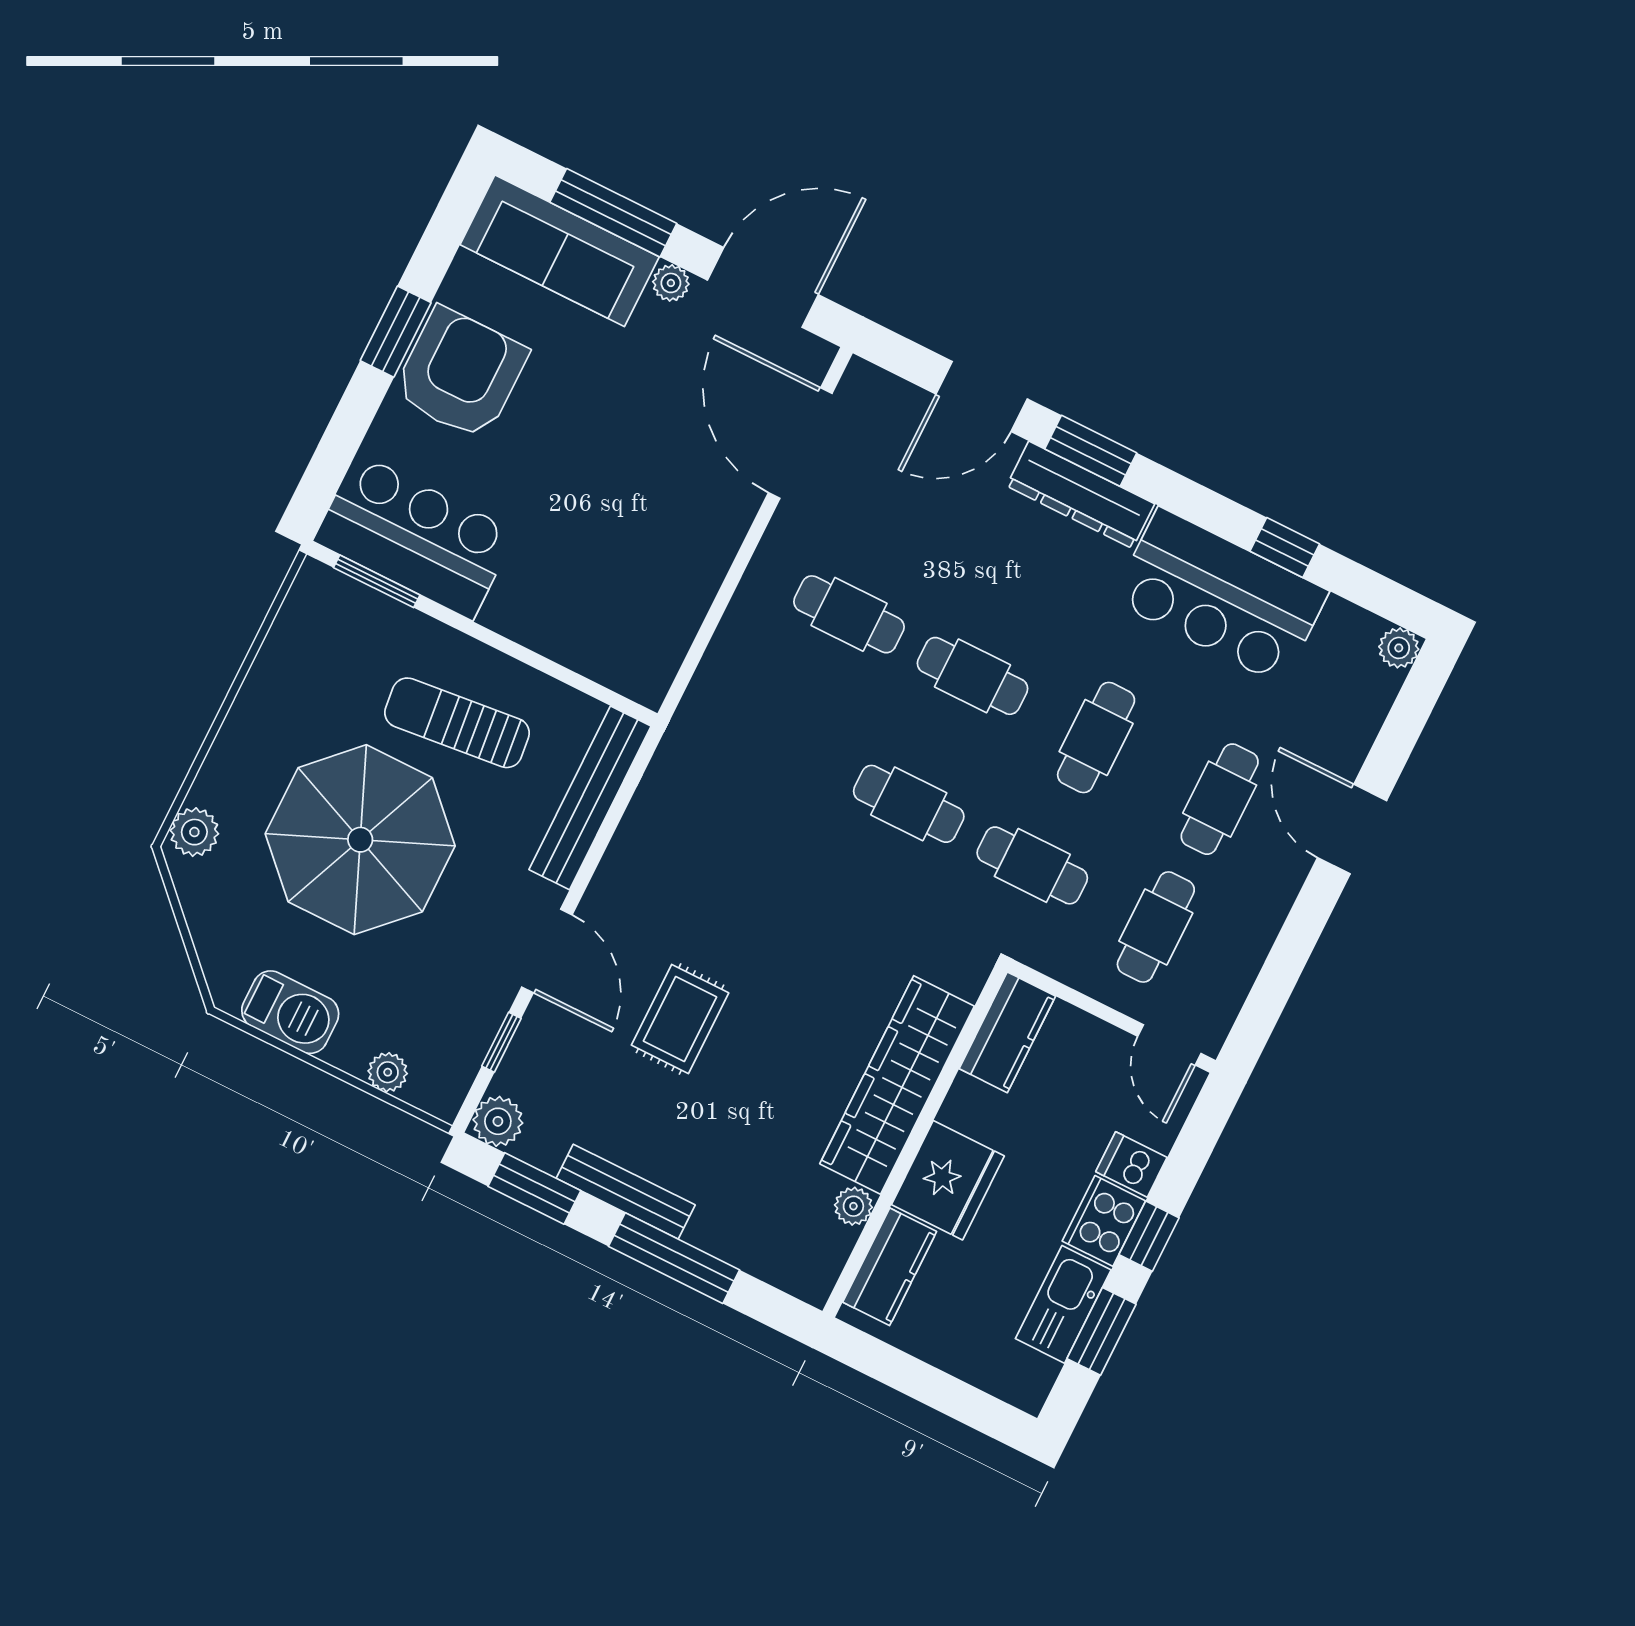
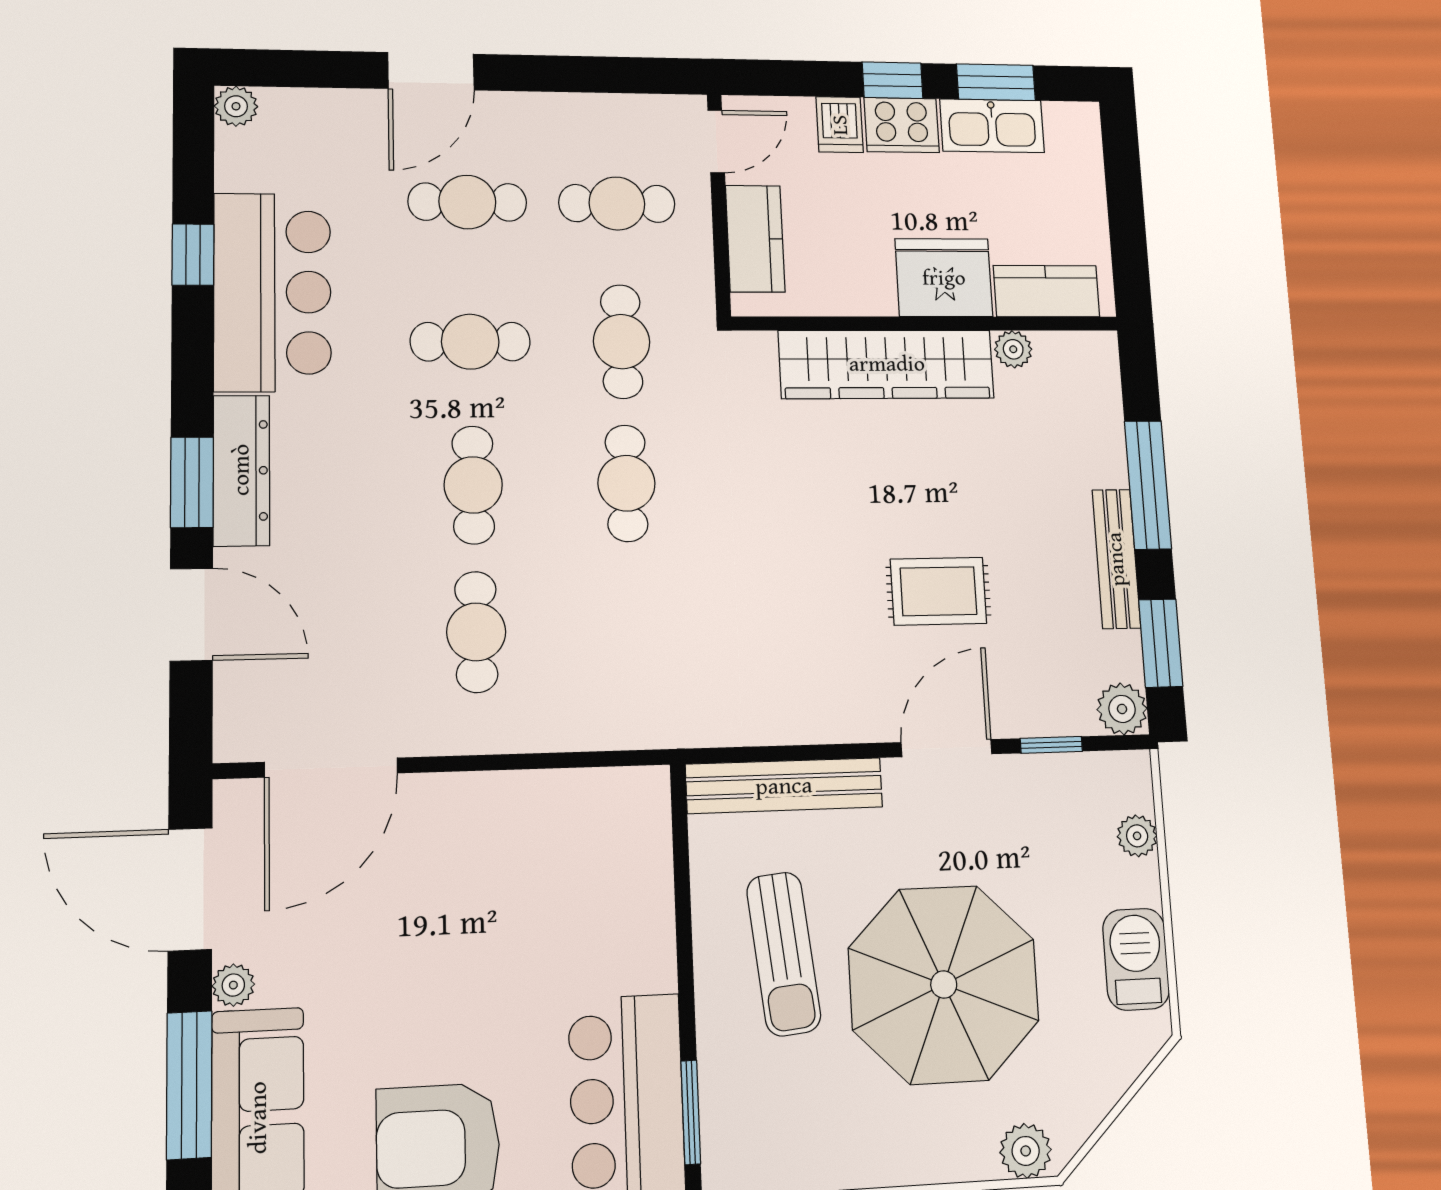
kitchen counter: (1007, 1032) -> (755, 239), moved, turned 90

